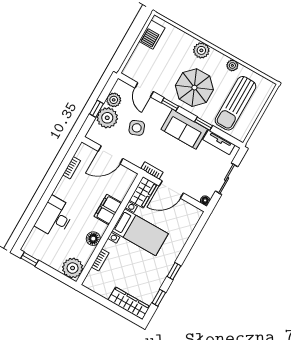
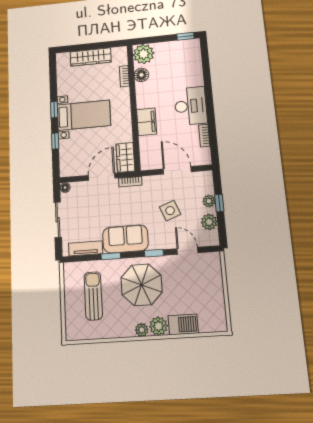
barbecue: (152, 35) -> (183, 324), moved, turned 90
plant: (232, 65) -> (142, 330), moved
sun lounger: (235, 103) -> (93, 296), width x0.73, depth x0.75
plant: (107, 118) -> (209, 201), width x0.53, depth x0.53
door: (111, 155) -> (177, 170), hinge flipped
desk: (55, 217) -> (191, 106), moved
bed with nightstands: (140, 232) -> (84, 115), moved, turned 180
floor lamp: (93, 239) -> (141, 75), moved
window: (159, 298) -> (55, 141), moved
wardrobe: (129, 303) -> (91, 57), moved

